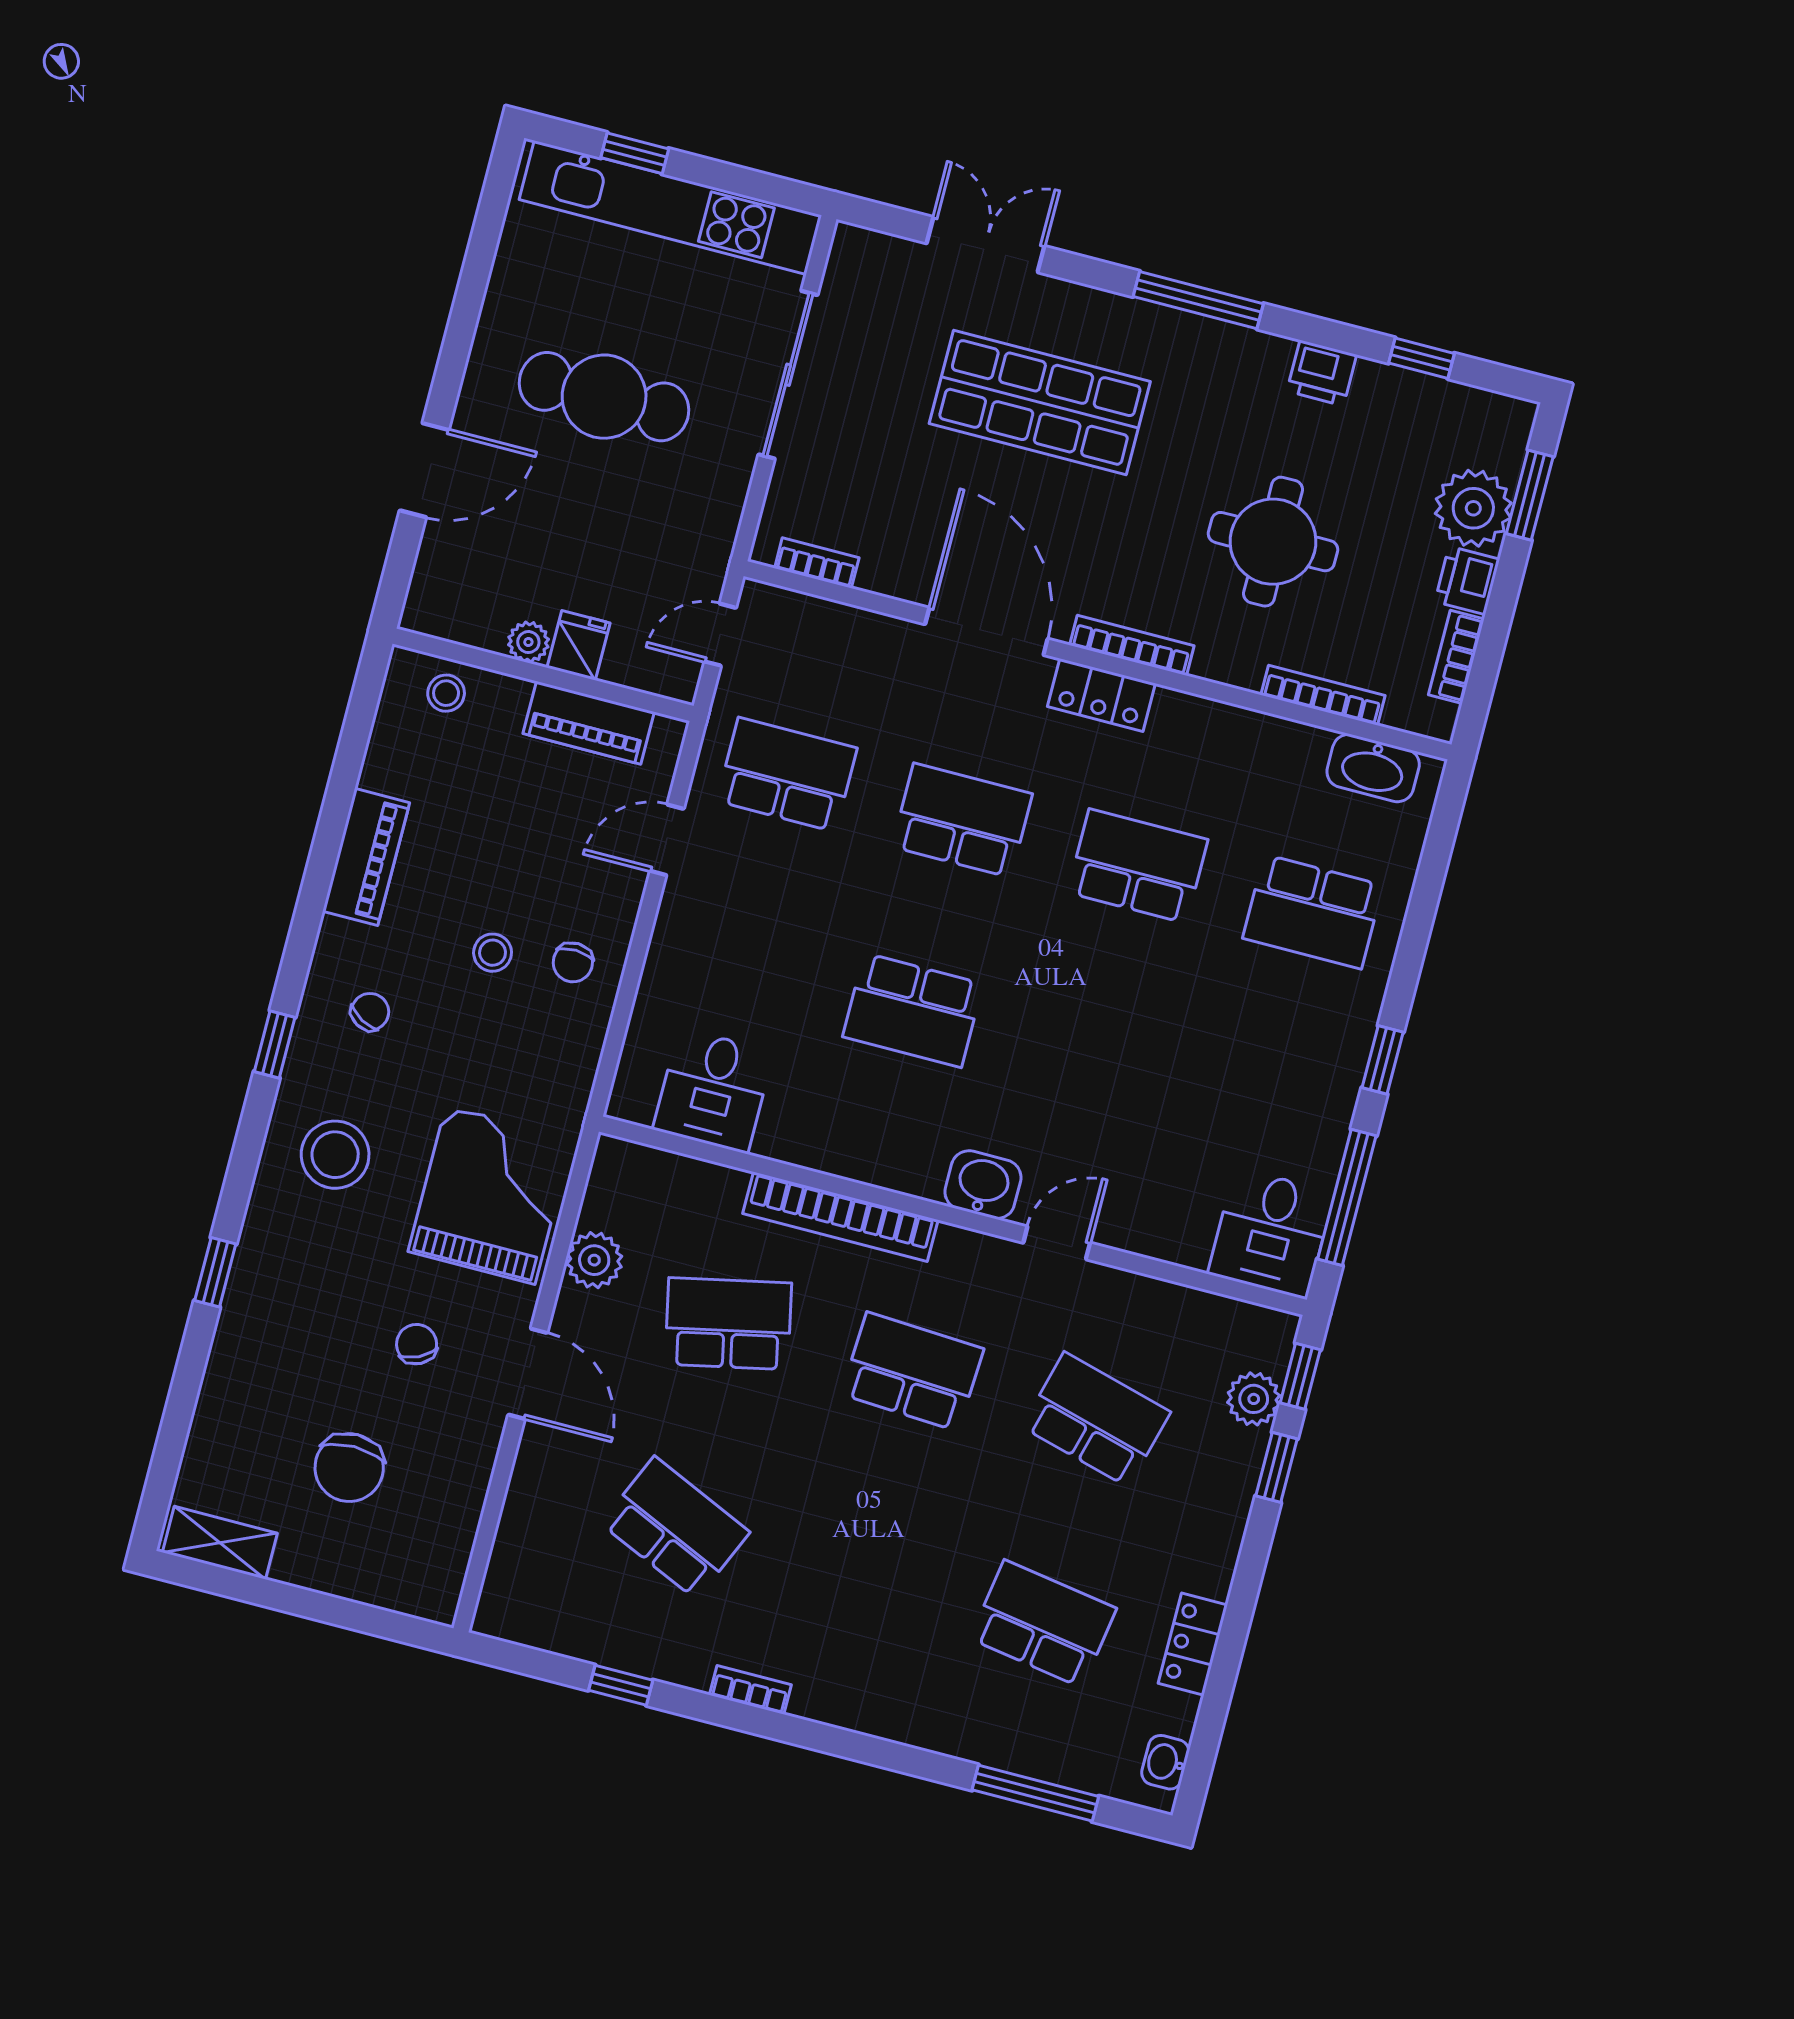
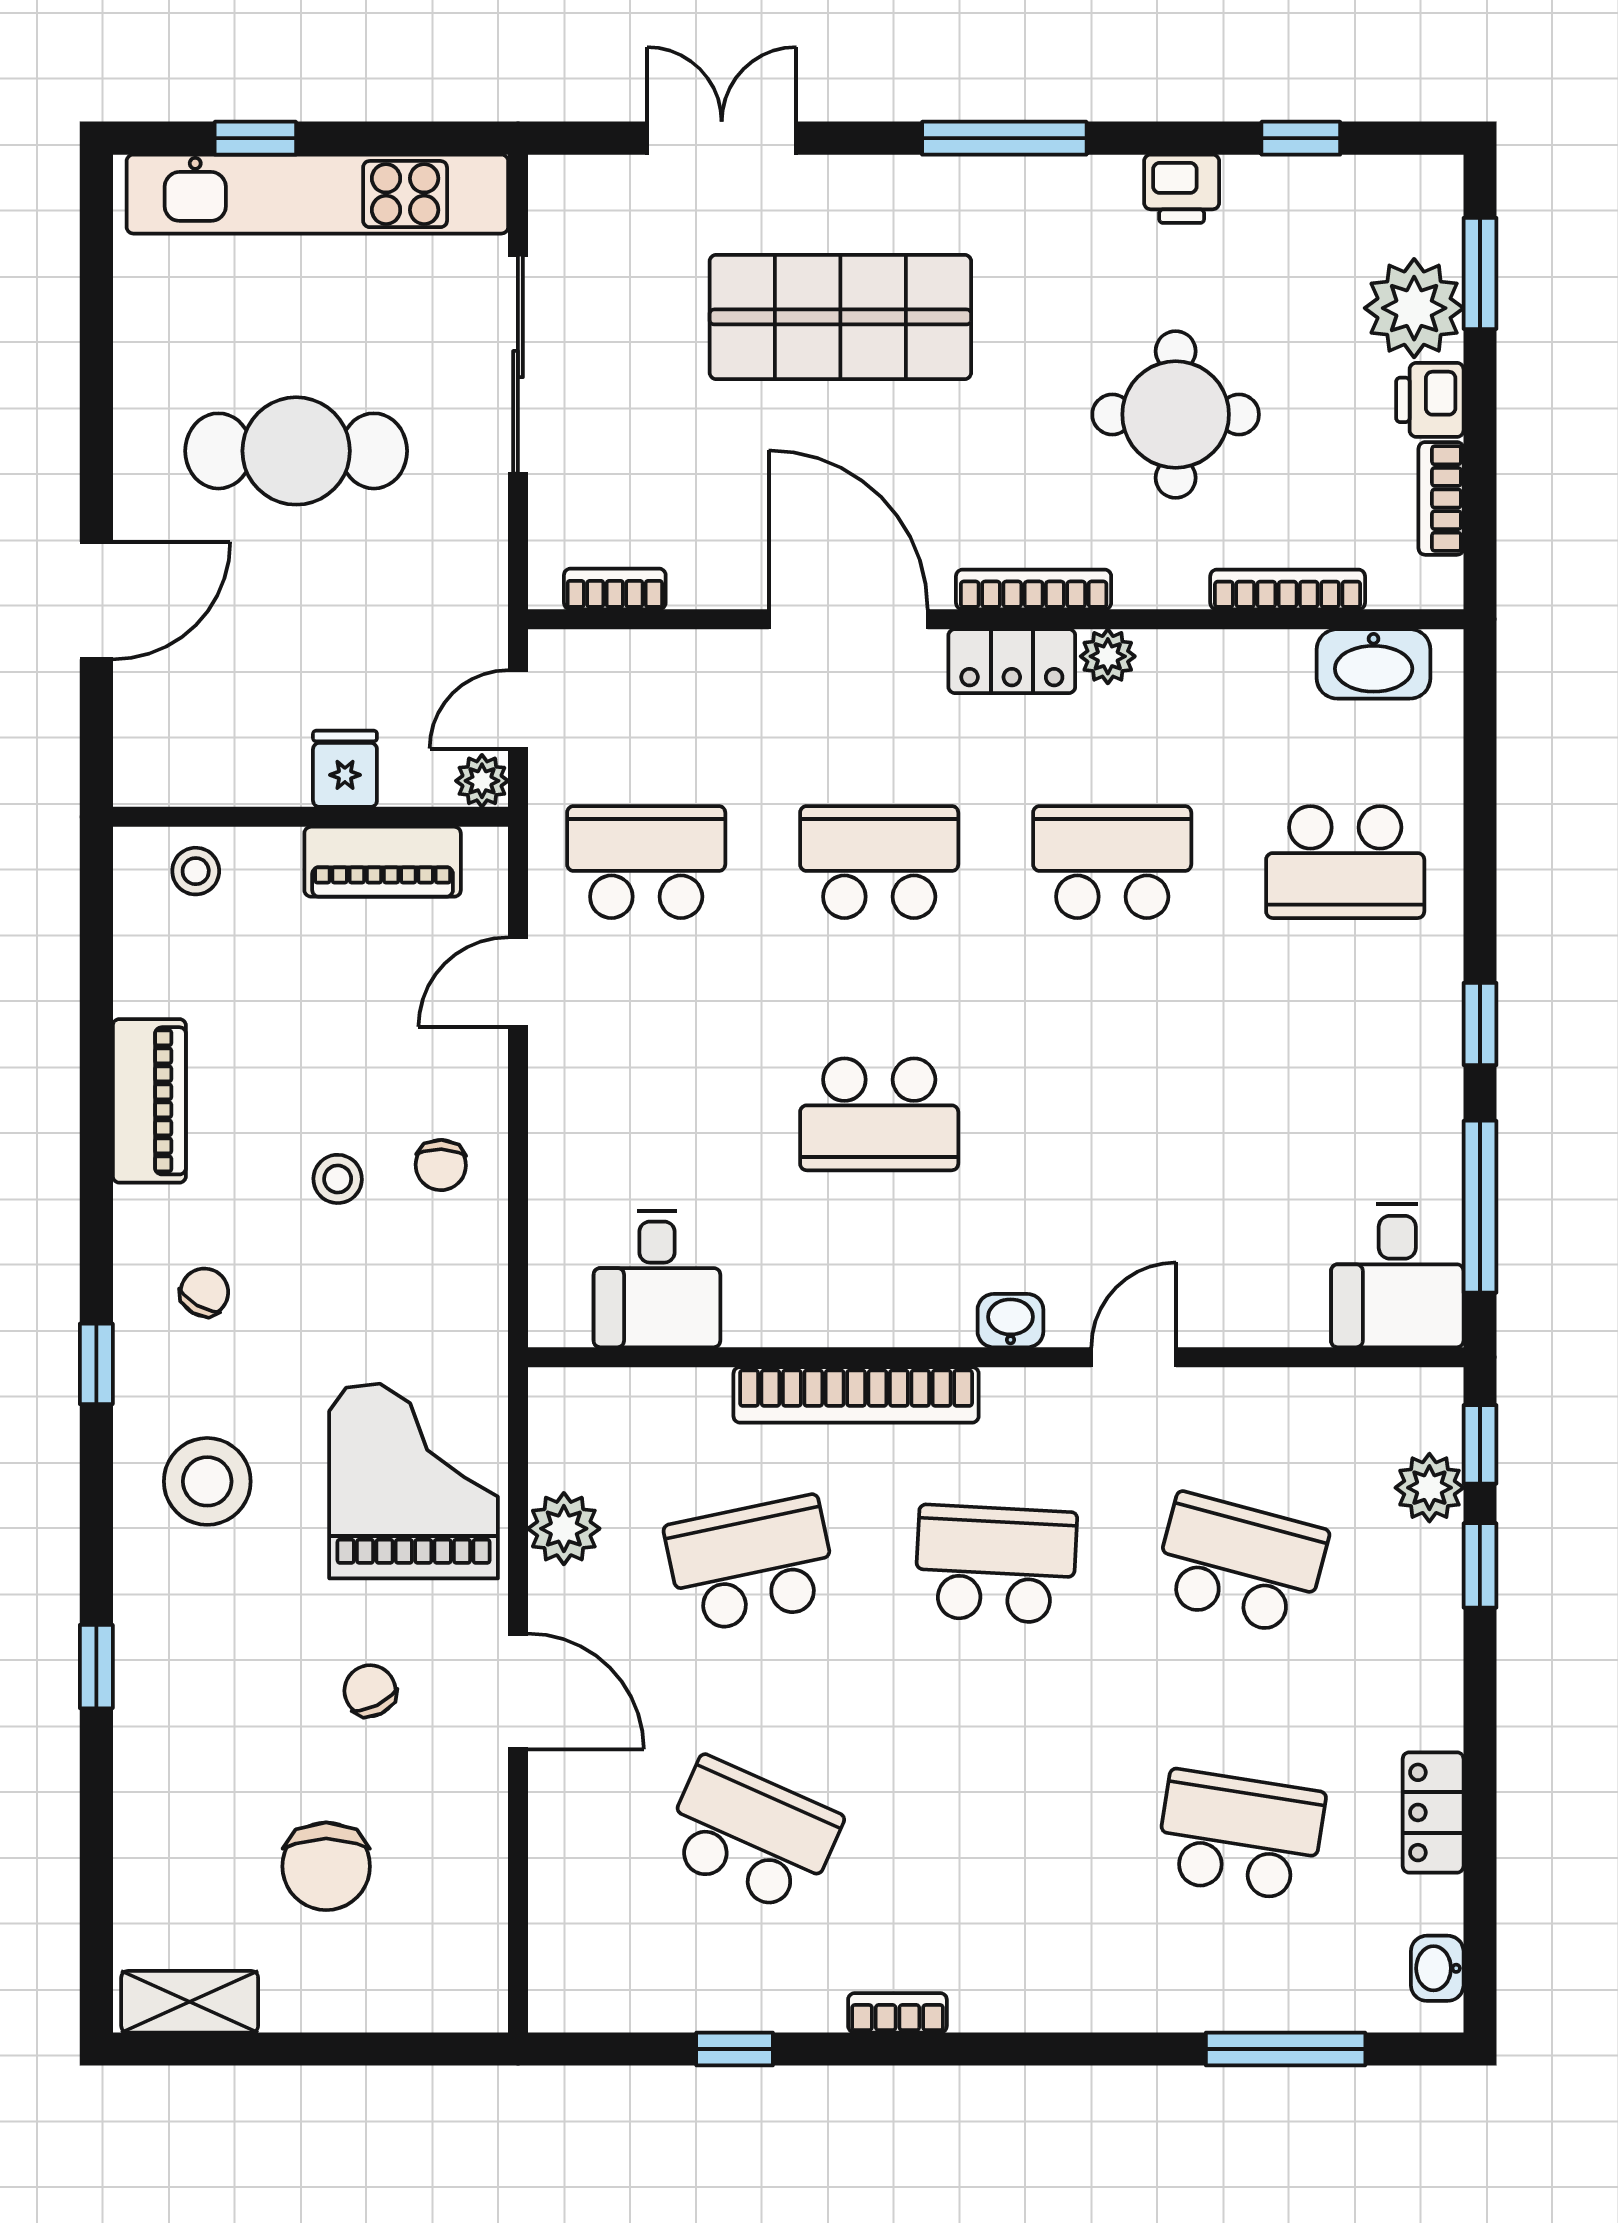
plant: (528, 642) -> (482, 781), moved
plant: (1175, 710) -> (1108, 656), added
washbasin: (983, 1185) -> (1010, 1321), width x0.72, depth x0.69

